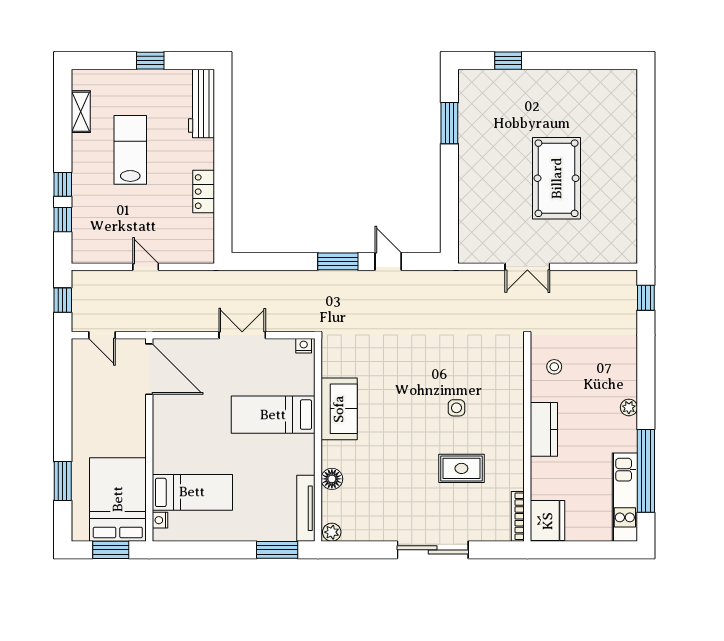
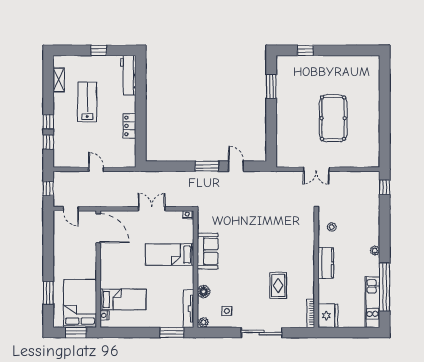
side table: (456, 408) -> (227, 311), moved
rug: (461, 468) -> (278, 286), turned 90

